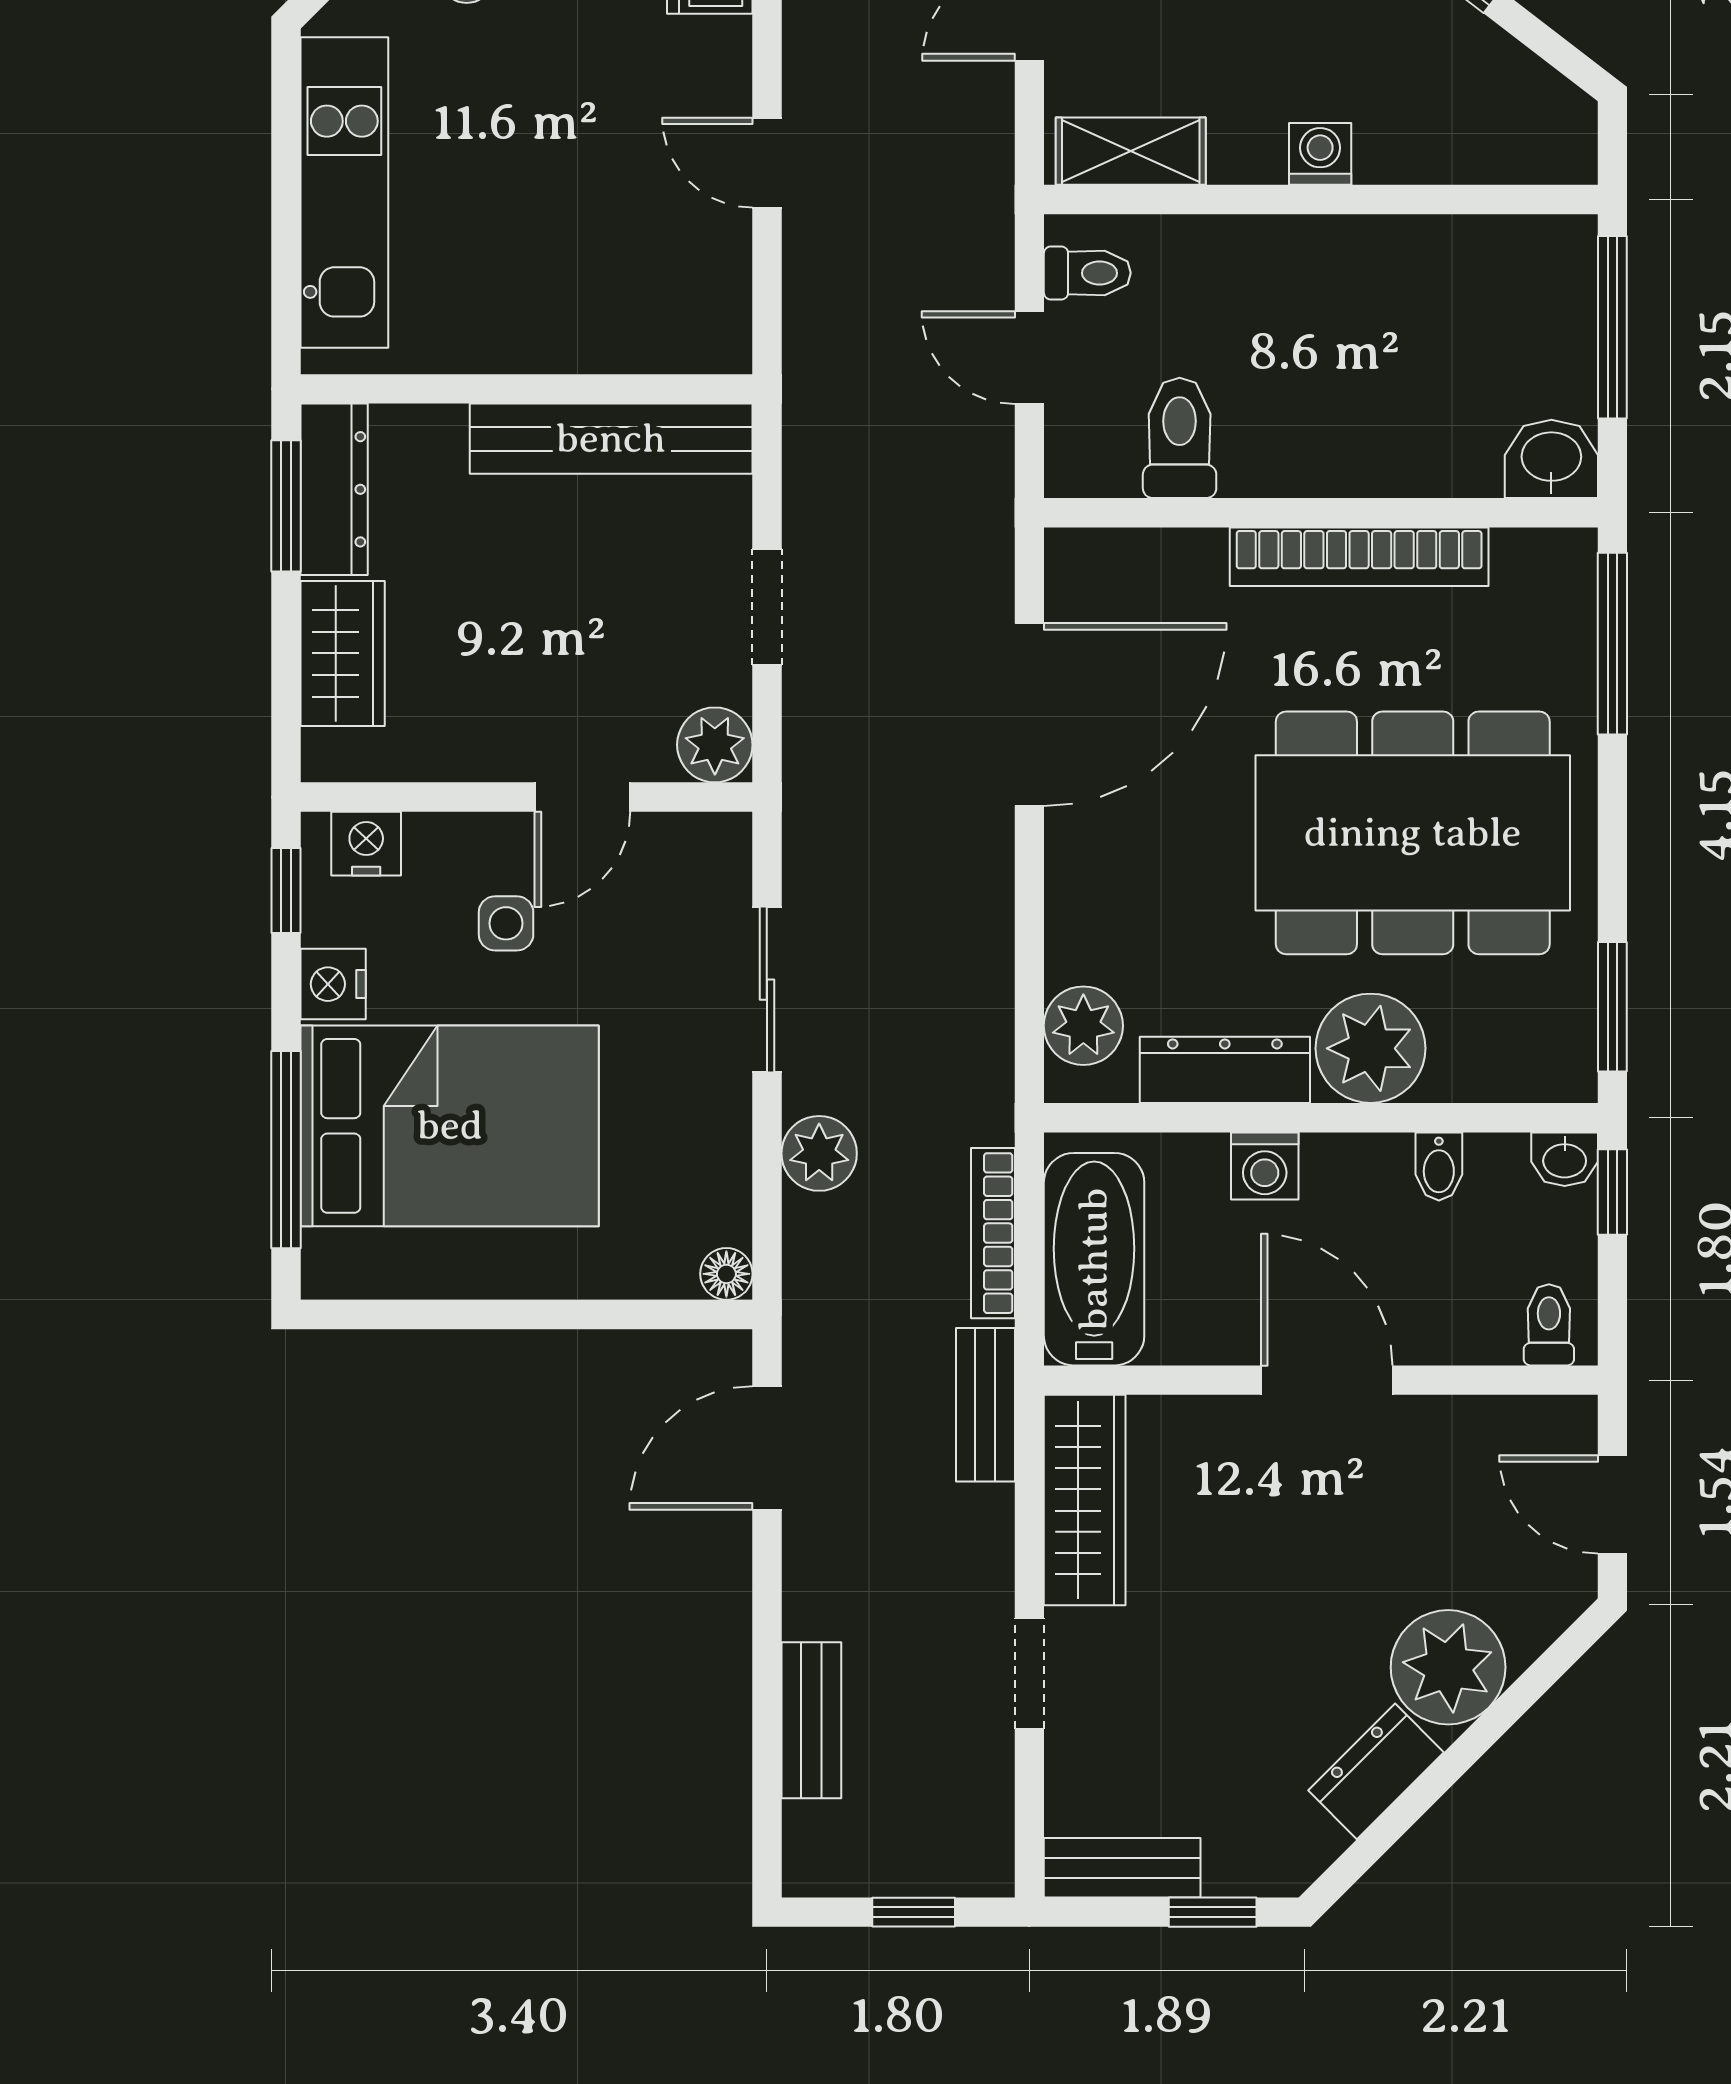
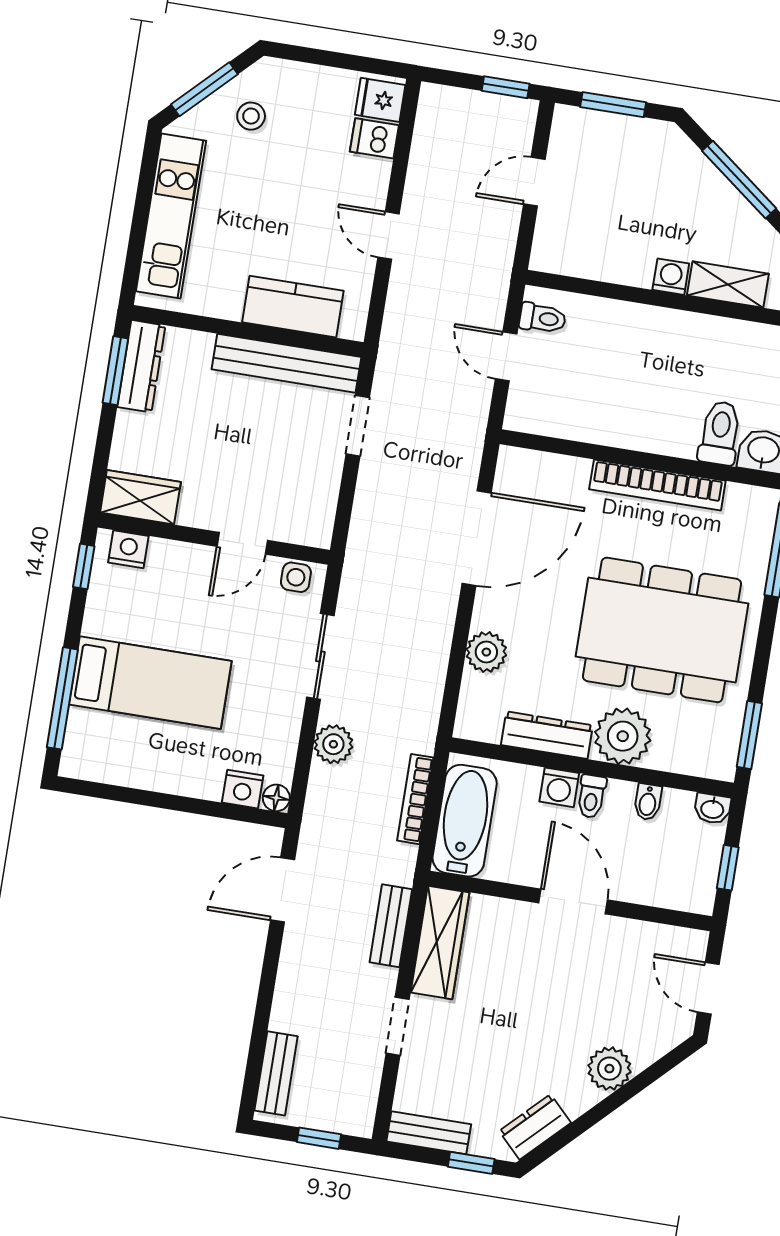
shelving: (1131, 151) -> (728, 285), moved
kitchen counter: (606, 328) -> (293, 307), added
toilet: (1180, 438) -> (720, 433), moved
doorway: (767, 607) -> (358, 426), moved
wardrobe: (343, 653) -> (140, 497), moved, turned -90
plant: (715, 745) -> (314, 528), removed
side table: (506, 923) -> (296, 577), moved
nightstand: (333, 984) -> (243, 789), moved, turned -90
plant: (1083, 1026) -> (486, 652), moved
bed: (450, 1126) -> (150, 683), width x0.67
window: (1612, 1192) -> (728, 868), moved
toilet: (1549, 1325) -> (591, 796), moved, turned 180
bench: (985, 1405) -> (391, 926), moved
plant: (1448, 1667) -> (609, 1069), width x0.73, depth x0.73
bench: (811, 1720) -> (276, 1073), moved
dresser: (1376, 1771) -> (535, 1127), moved

